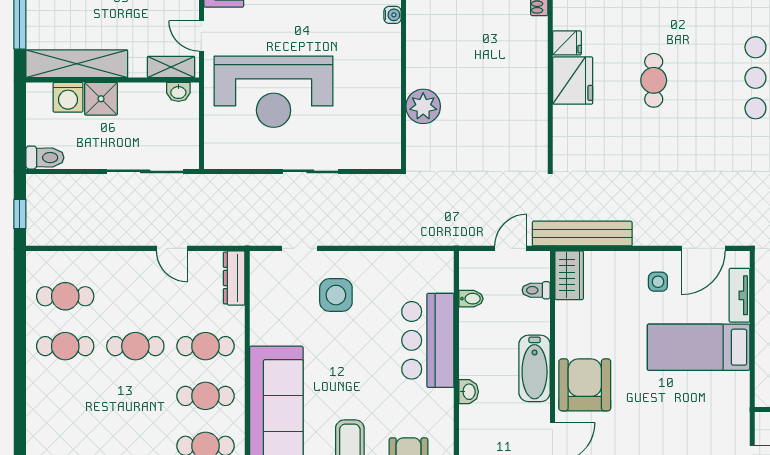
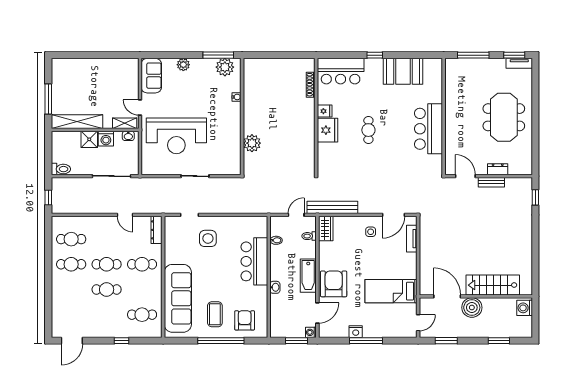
washing machine: (68, 97) -> (106, 139), moved
bed: (699, 347) -> (391, 291), moved
cafe table: (205, 396) -> (107, 289), moved

